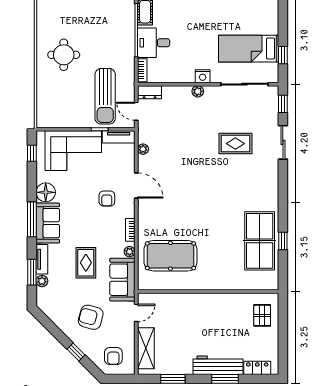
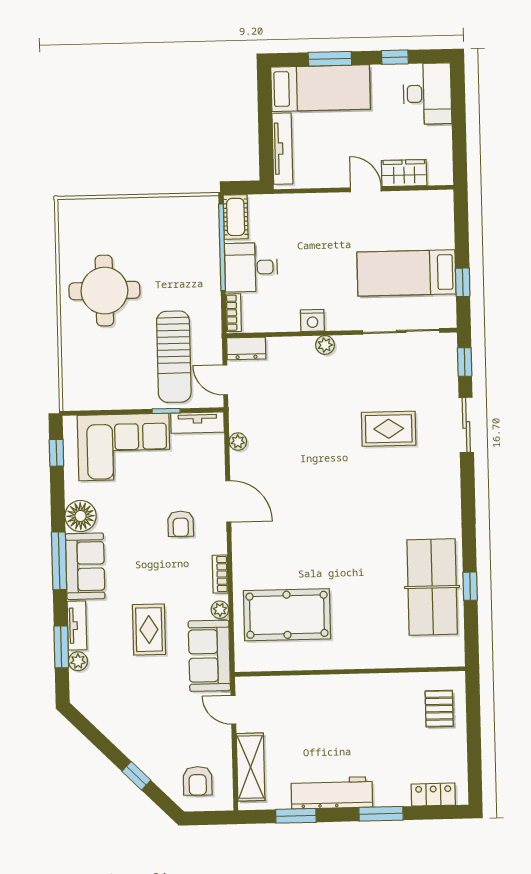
round table: (64, 55) -> (104, 291), width x1.36, depth x1.36
nightstand: (203, 76) -> (312, 320), moved
door: (136, 313) -> (233, 710), swing flipped
armchair: (91, 317) -> (159, 718), removed
workbench: (218, 365) -> (332, 793), moved

